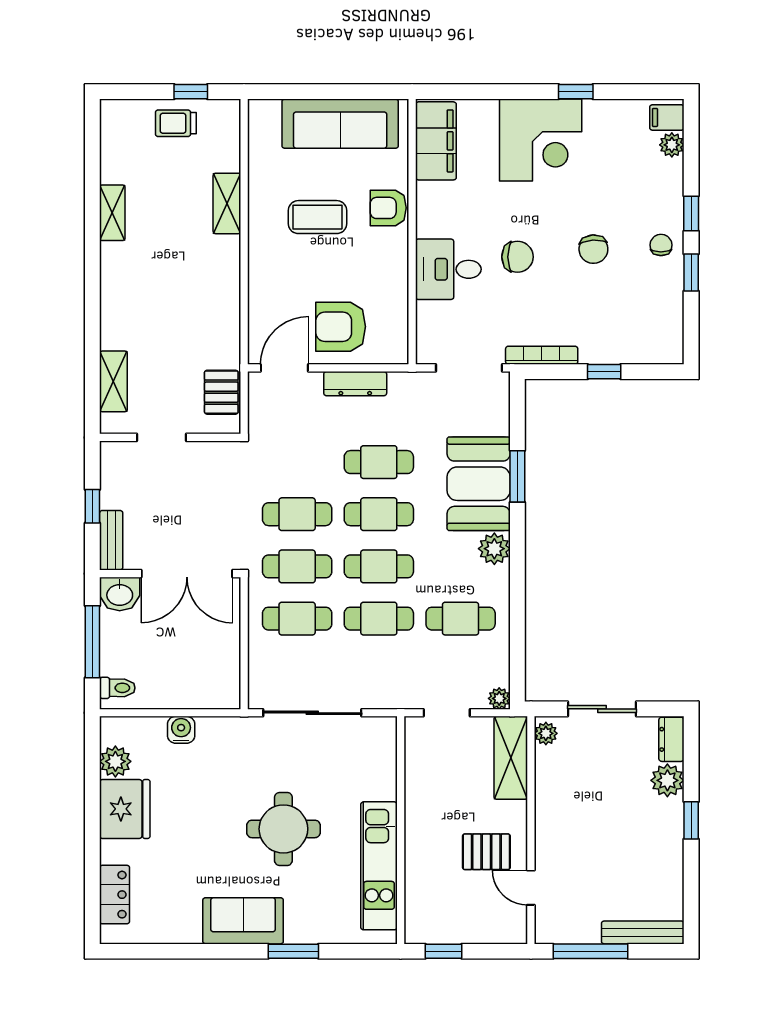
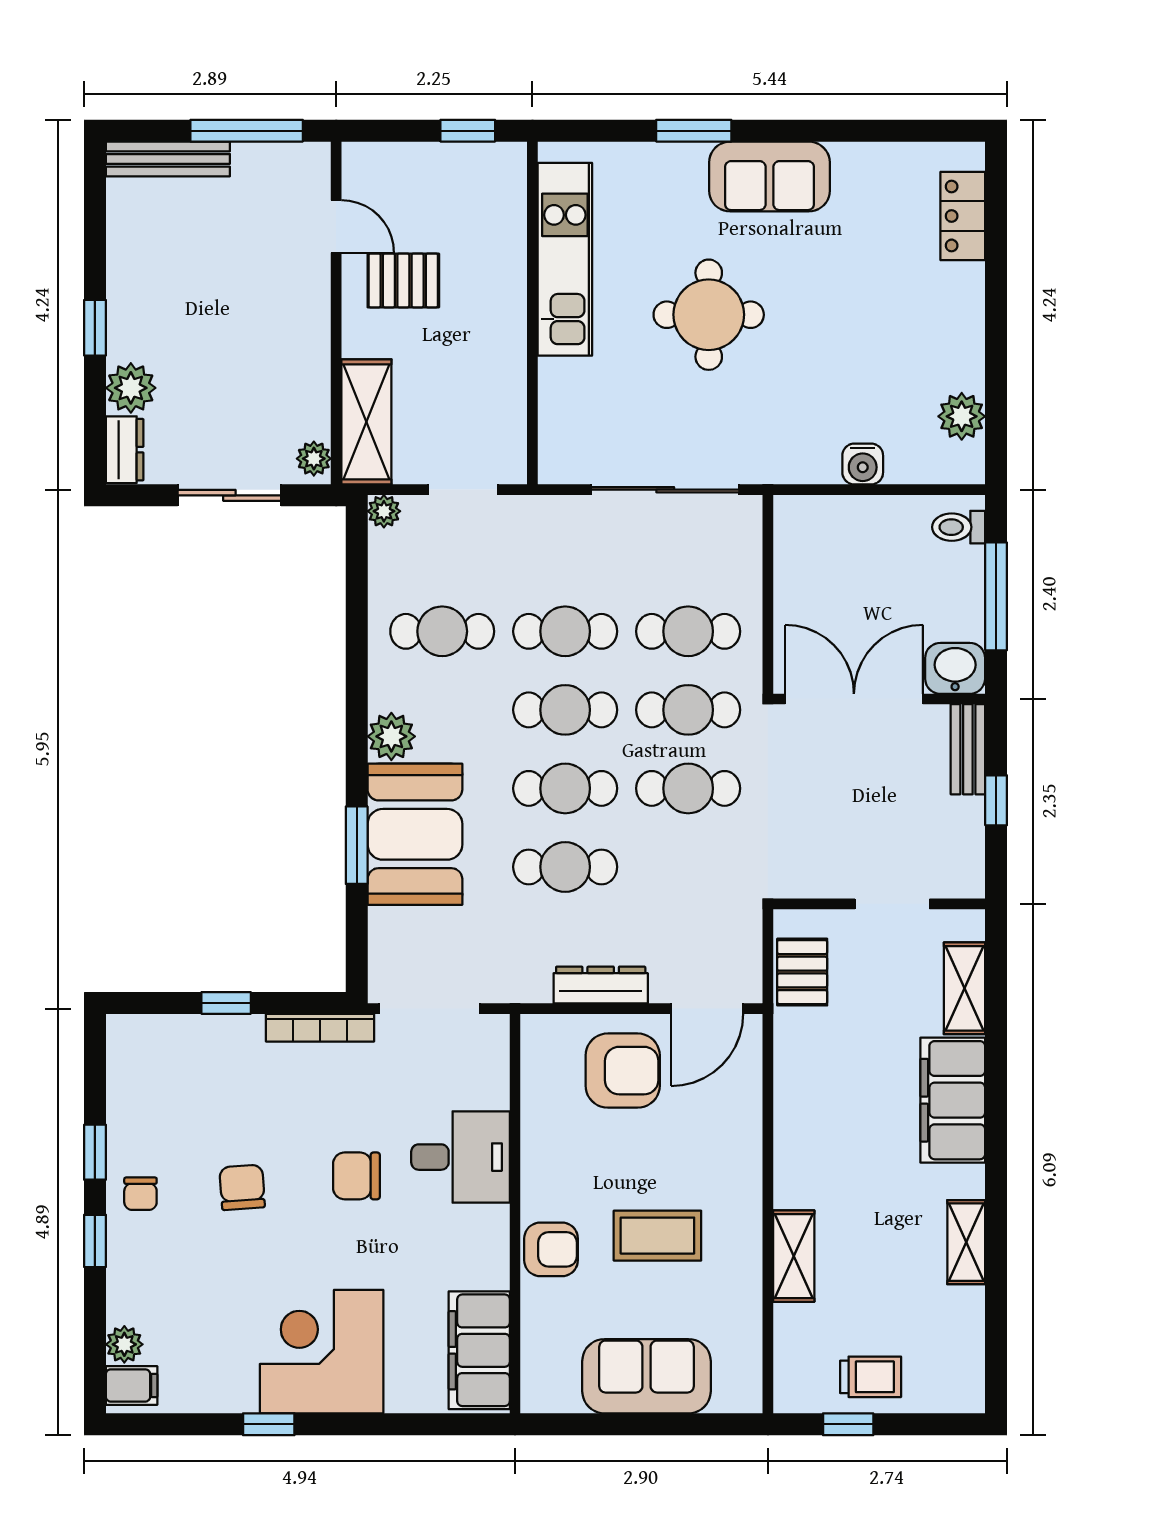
sofa: (340, 124) -> (647, 1376), width x0.73
filing cabinet: (121, 307) -> (953, 1100), added
fridge: (125, 809) -> (947, 345), removed

